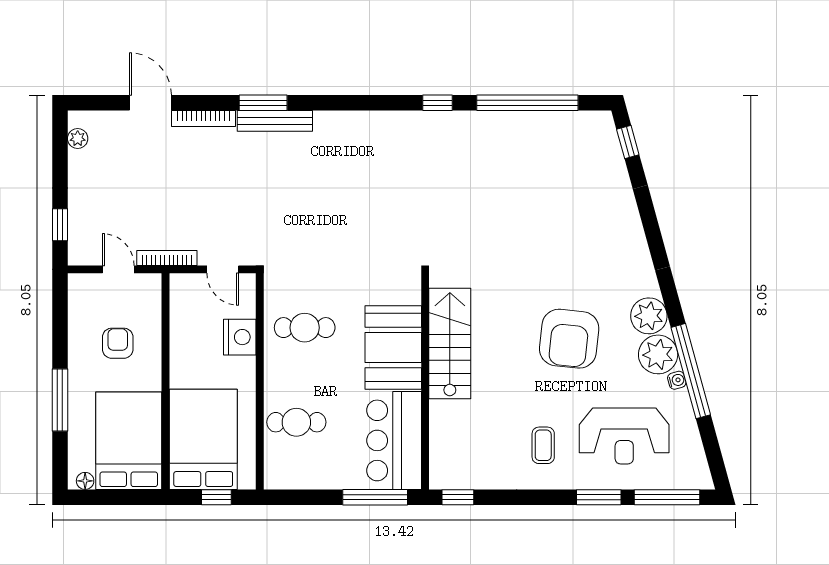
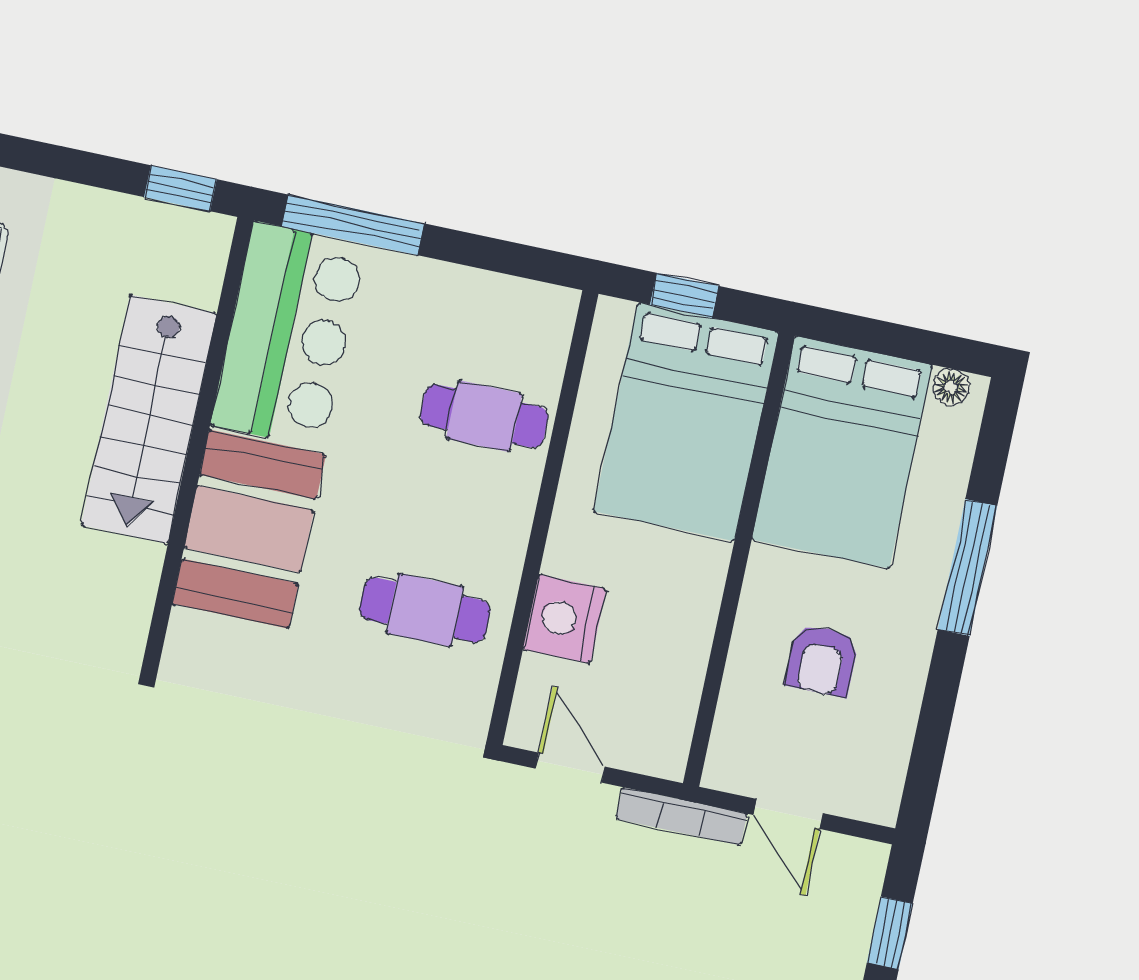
stairs: (450, 344) -> (149, 419), moved

